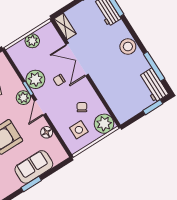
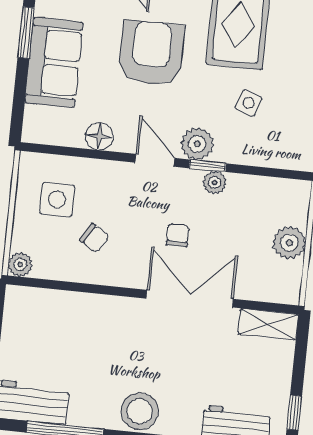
plant: (35, 79) -> (215, 183), width x0.53, depth x0.53
plant: (104, 124) -> (20, 265), width x0.53, depth x0.53

